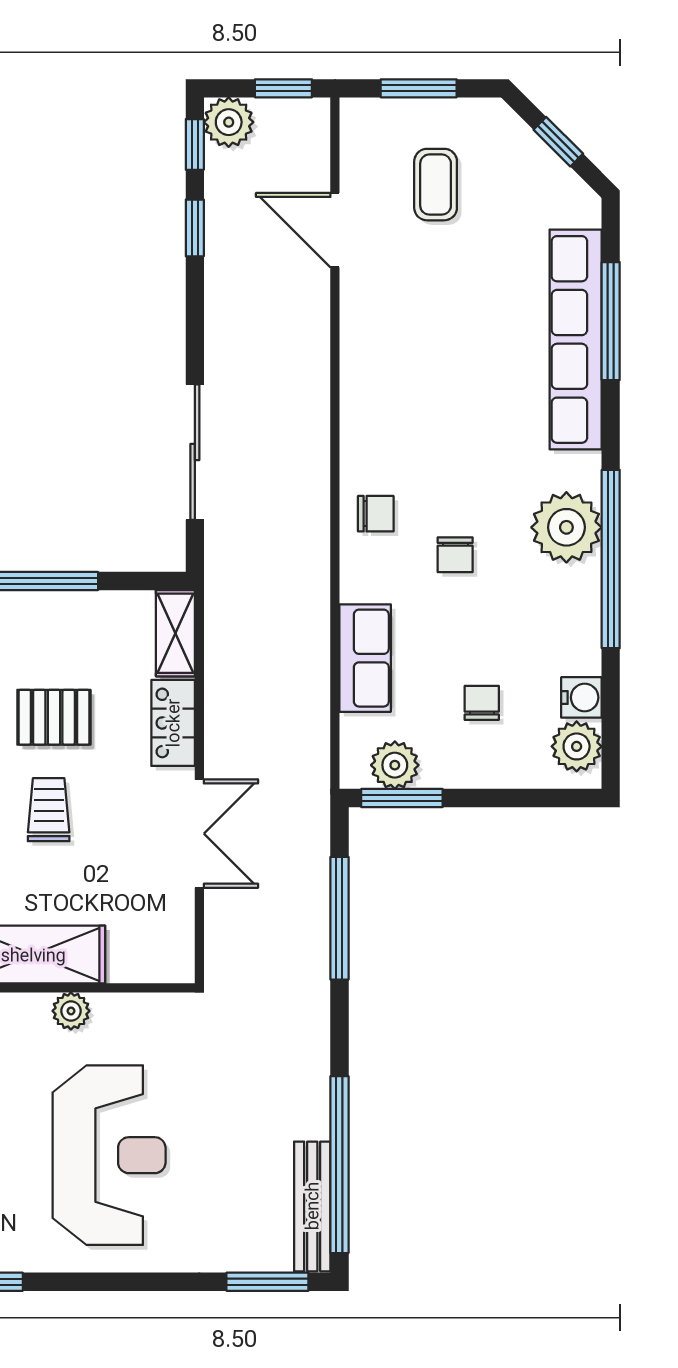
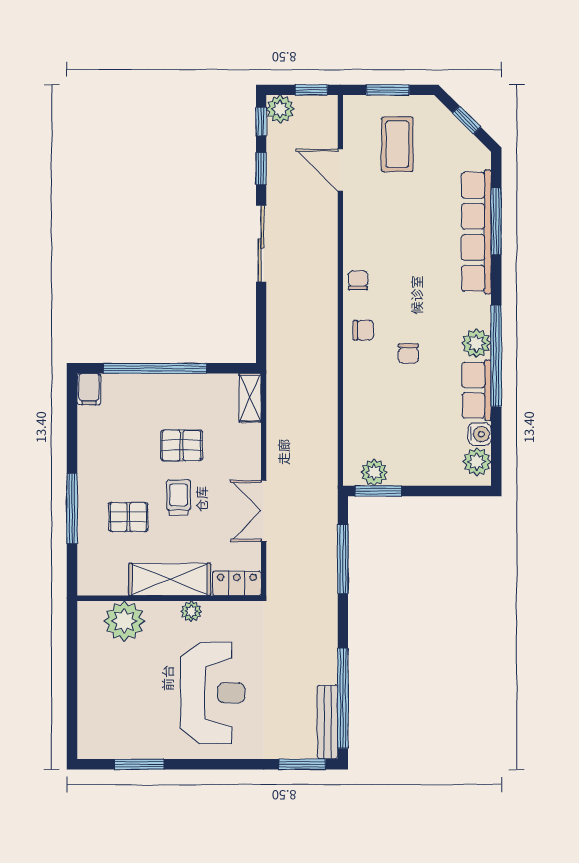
coffee table: (436, 185) -> (397, 144), width x1.36, depth x1.30
sliding door: (195, 452) -> (261, 244), moved
plant: (566, 527) -> (476, 343), width x0.73, depth x0.73
row of seats: (365, 658) -> (477, 390), moved, turned 180
chair: (482, 703) -> (358, 280), moved
locker: (173, 723) -> (237, 583), moved, turned 90
double door: (199, 834) -> (264, 511), swing flipped

